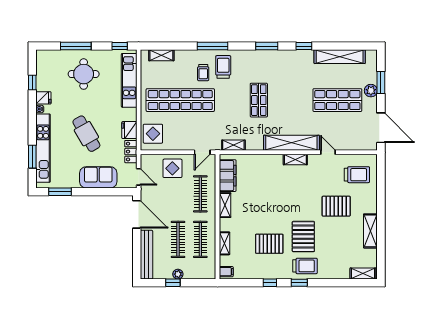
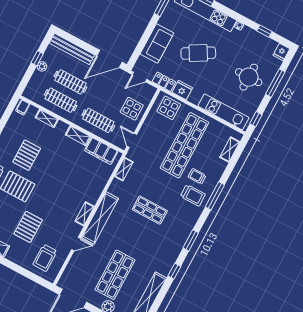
fridge: (43, 98) -> (281, 52), moved

